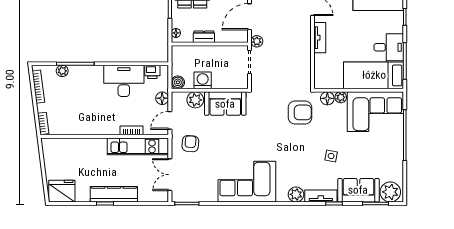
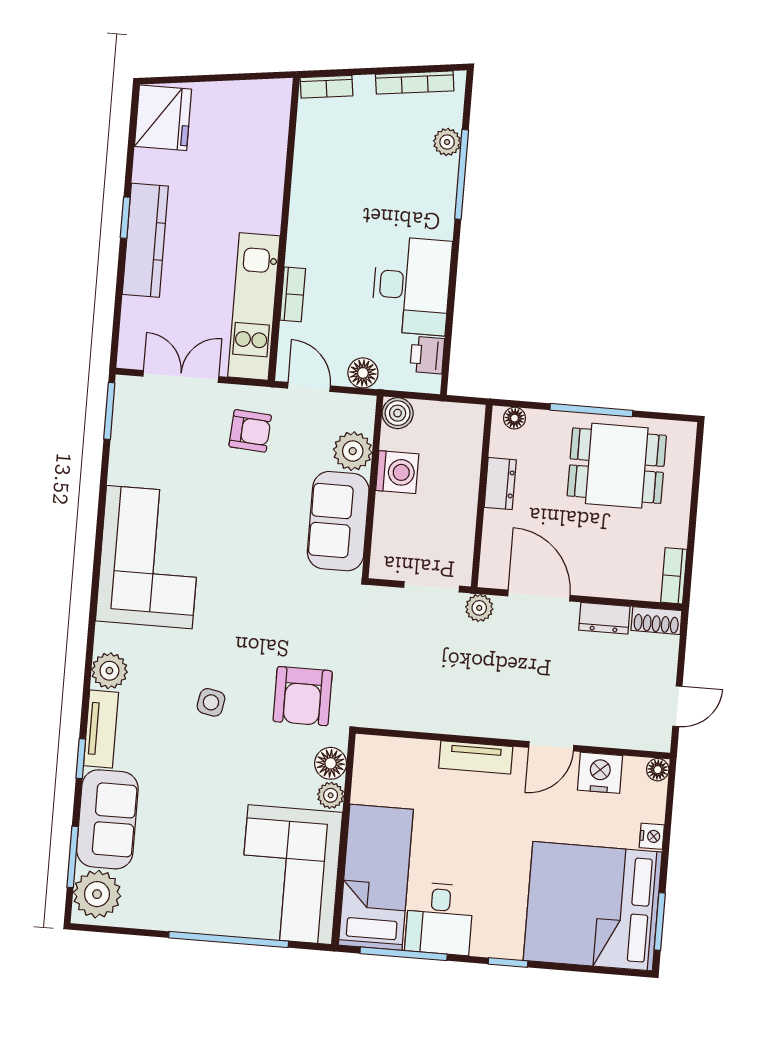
side table: (331, 156) -> (211, 702), moved

